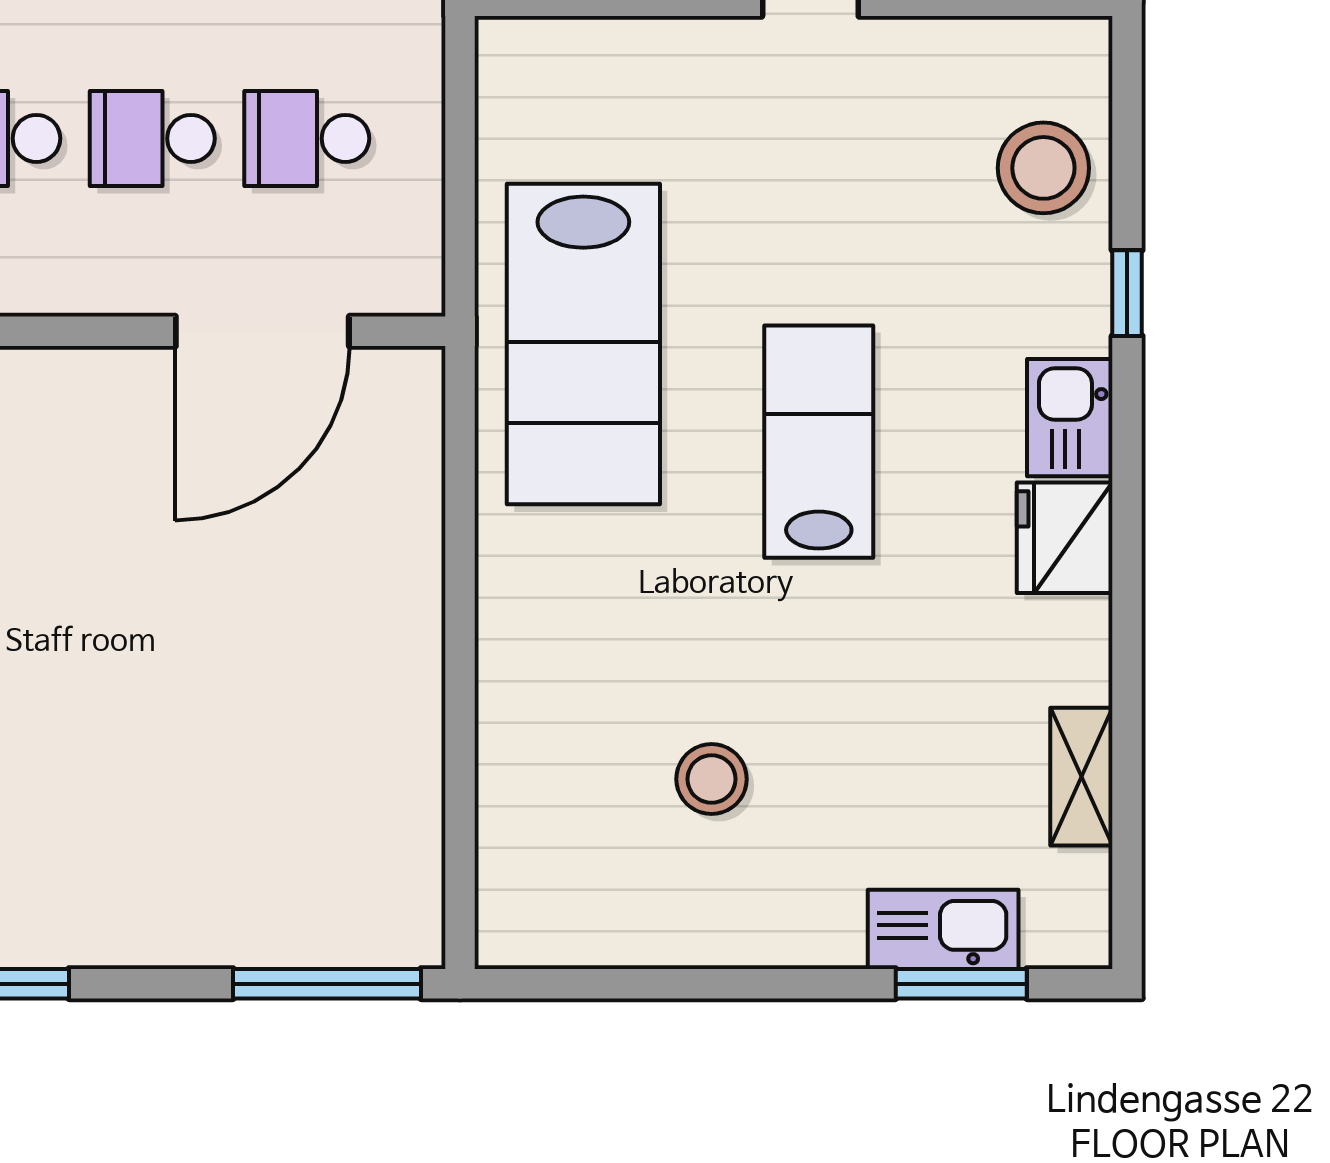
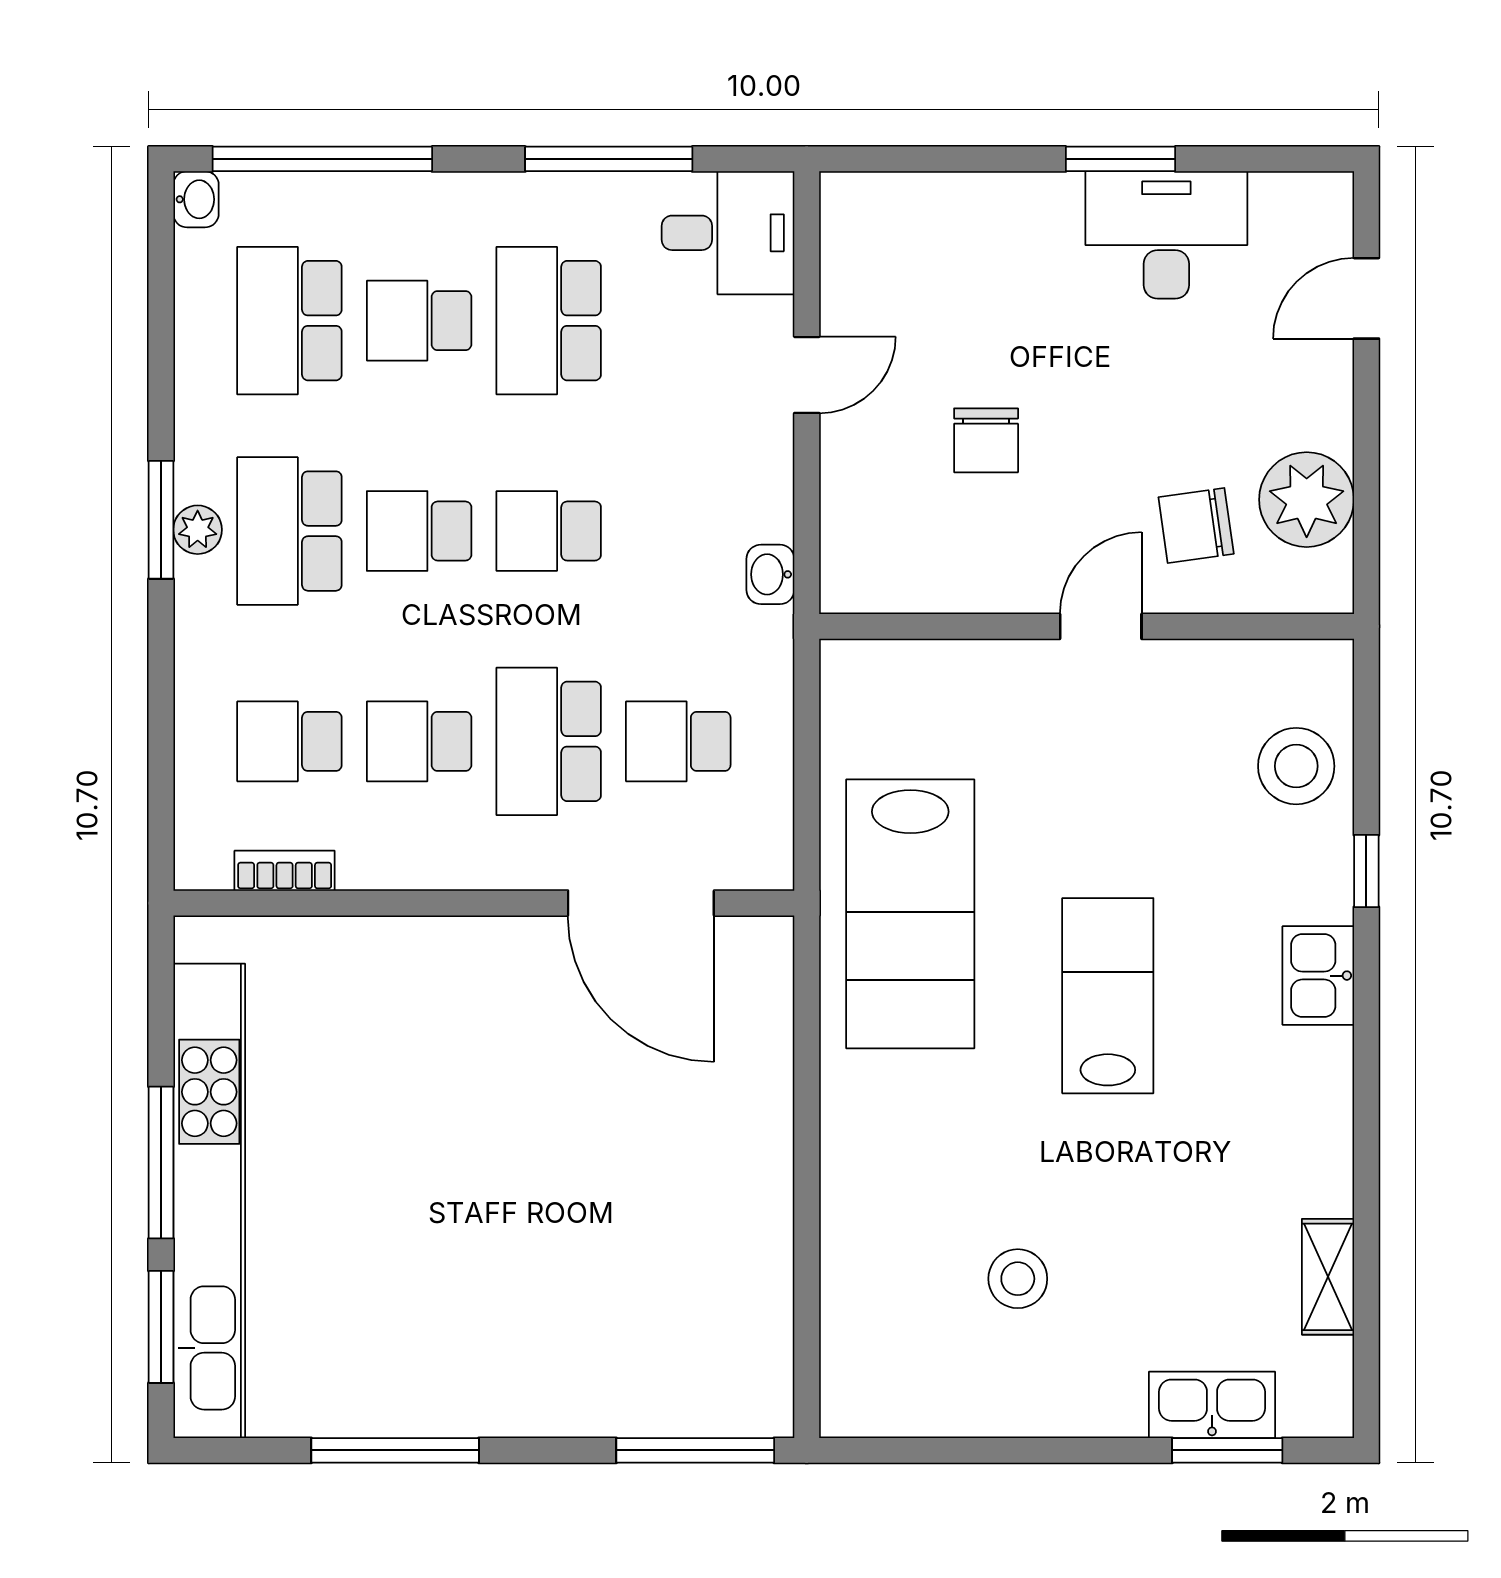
school desk: (152, 138) -> (549, 741), width x1.85
door: (262, 331) -> (641, 903), hinge flipped
fridge: (1065, 538) -> (1314, 1076), removed

